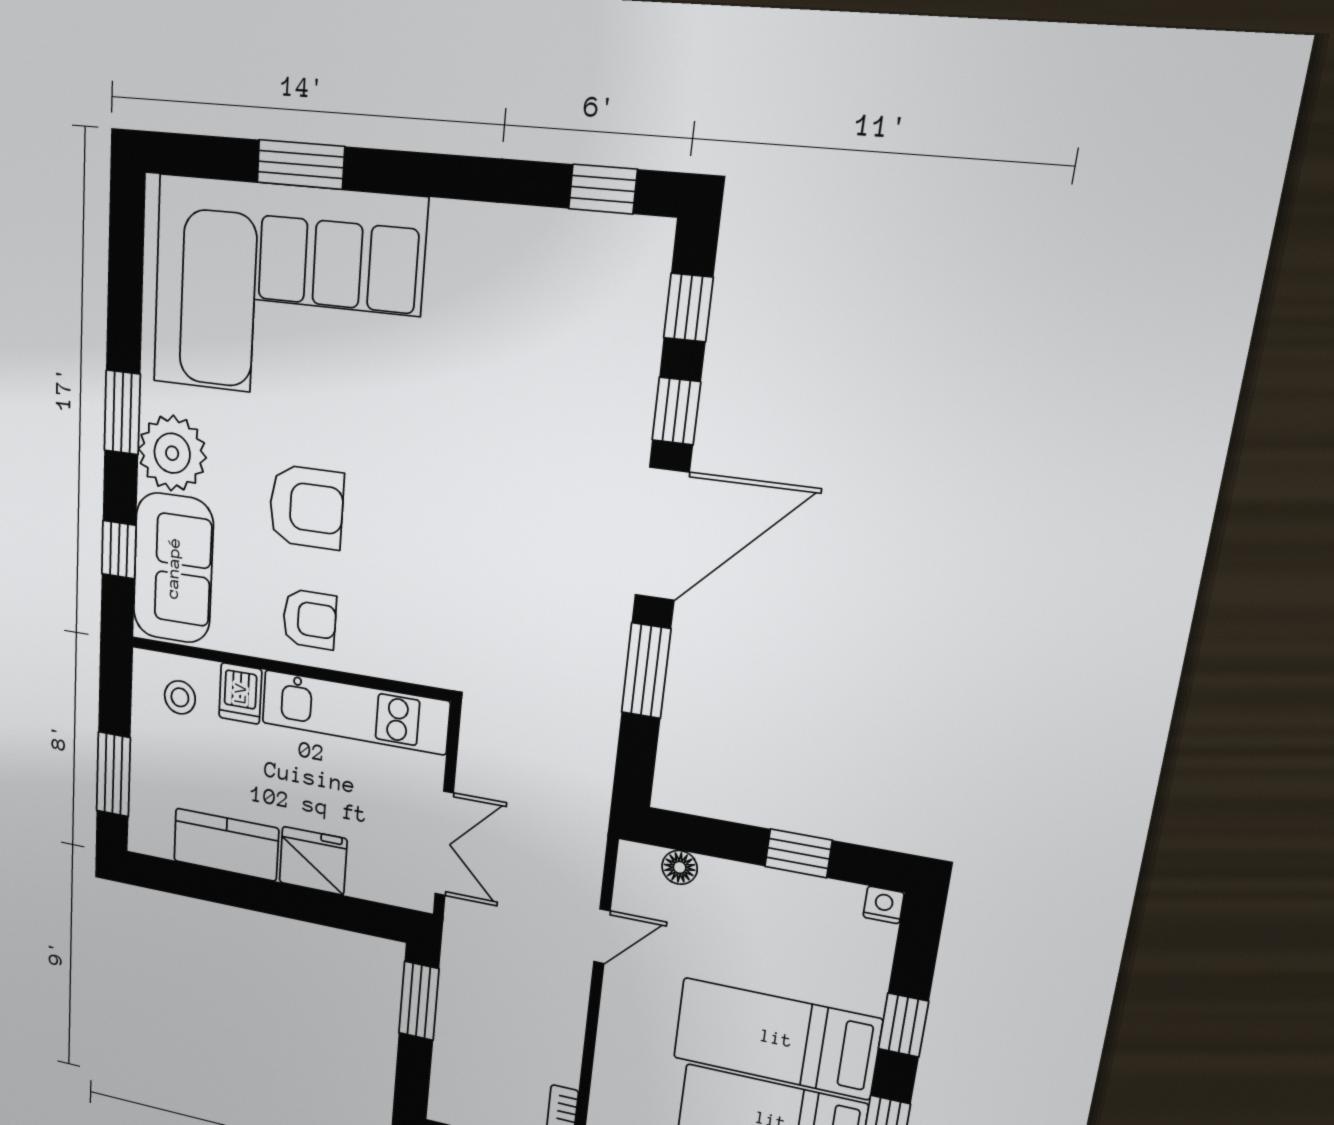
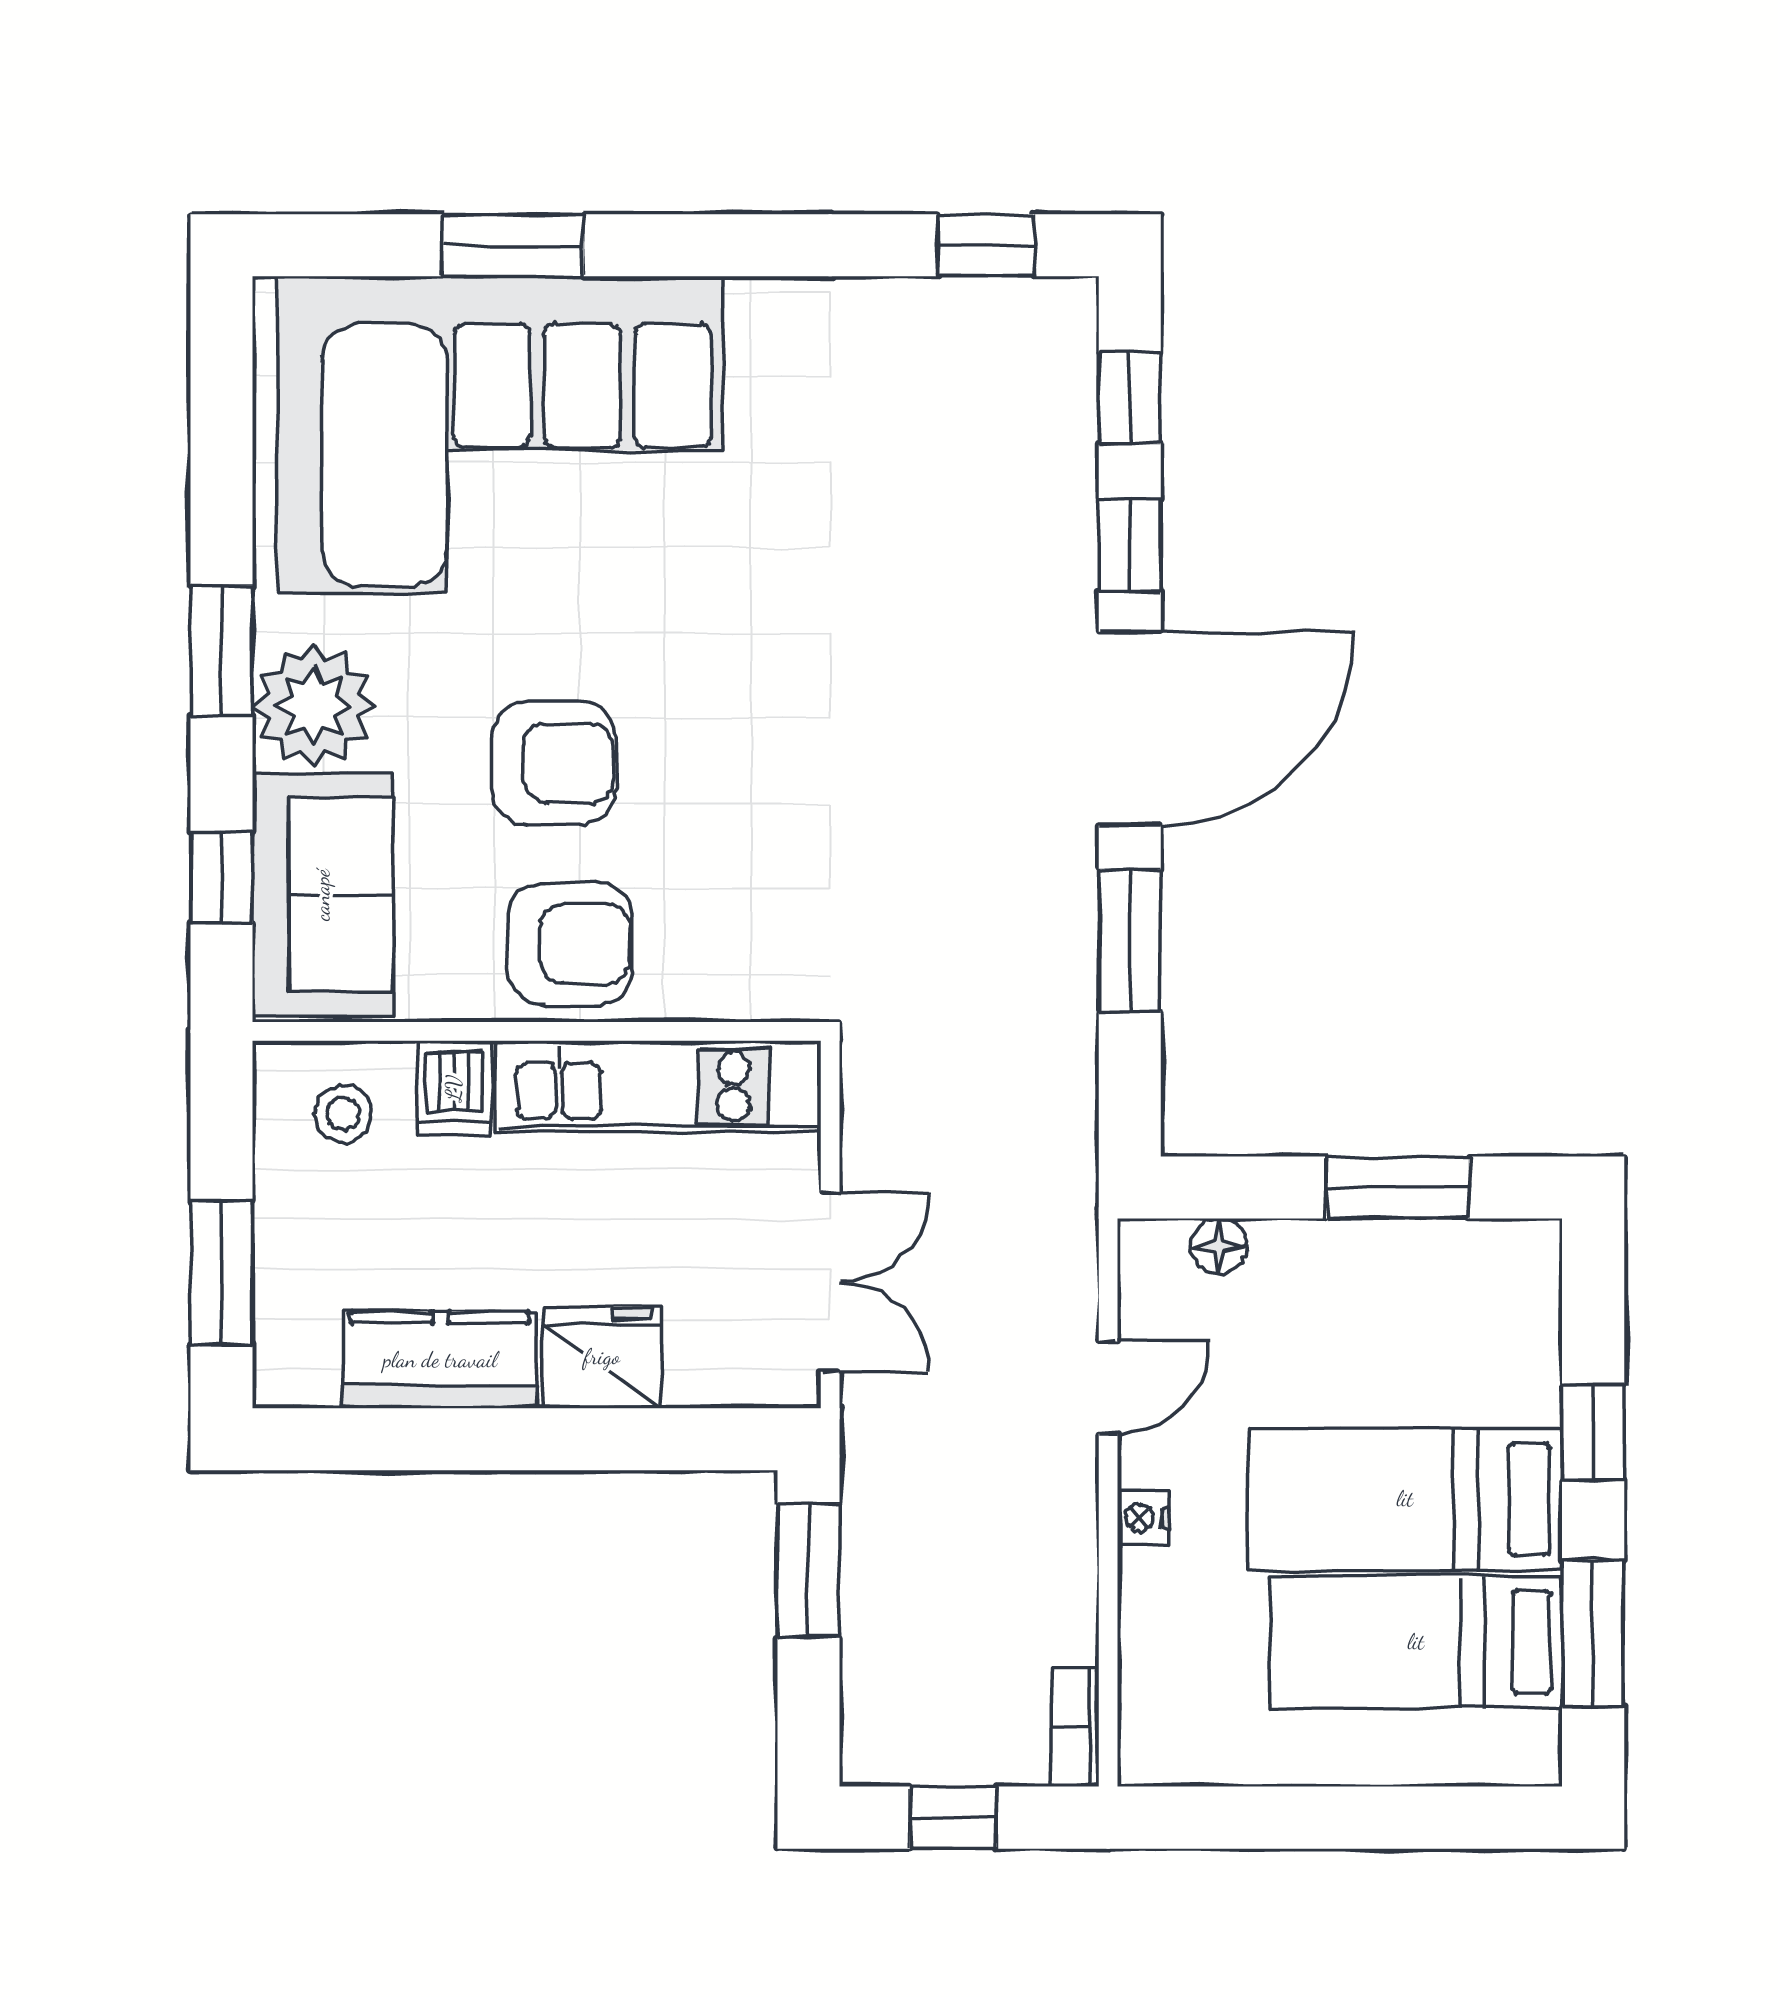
armchair: (309, 619) -> (570, 944), width x1.38, depth x1.38
window: (798, 853) -> (1397, 1187), width x1.50
nightstand: (884, 905) -> (1143, 1518), moved, turned -90

